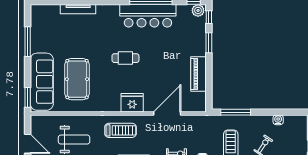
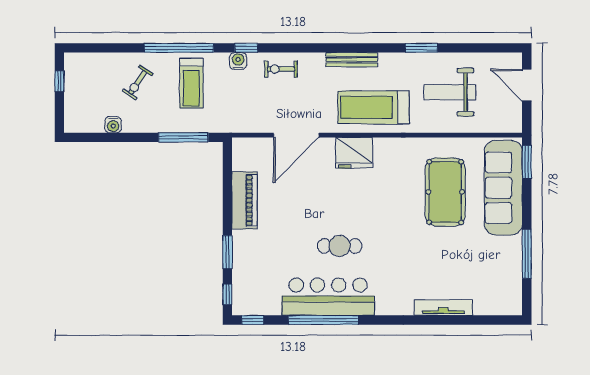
plant: (198, 10) -> (245, 305), removed
cafe table: (125, 58) -> (340, 246), moved
treadmill: (120, 130) -> (373, 107), width x1.37, depth x1.38

